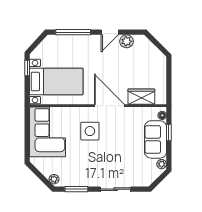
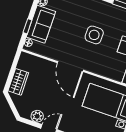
wardrobe: (141, 97) -> (18, 82), moved, turned -90
side table: (90, 131) -> (94, 35), moved

